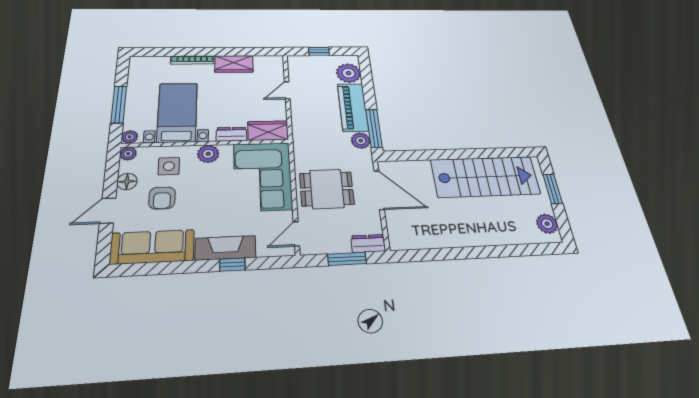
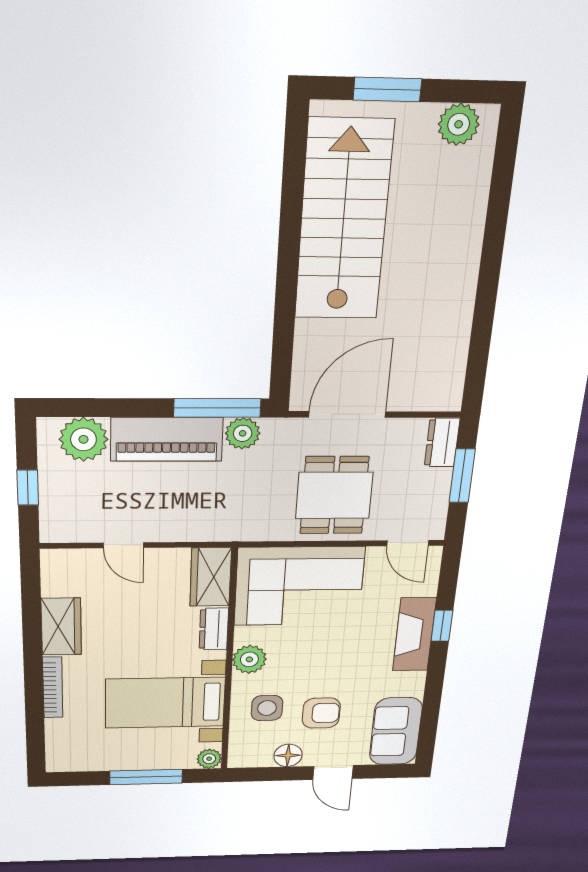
plant: (128, 154) -> (239, 758), removed
sofa: (152, 247) -> (396, 731), width x0.73

